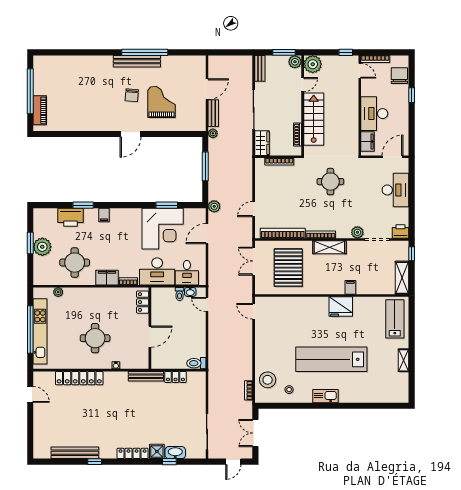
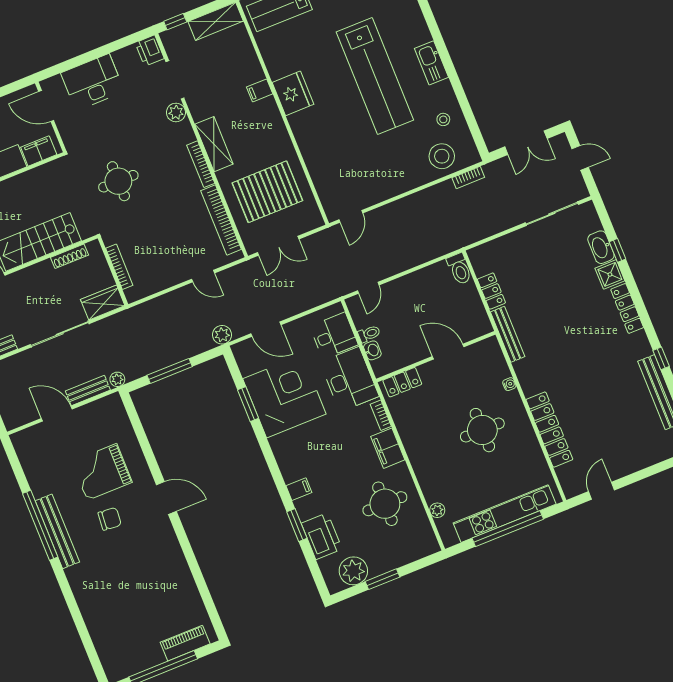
plant: (42, 247) -> (353, 571), moved
washbasin: (190, 292) -> (372, 350), moved

